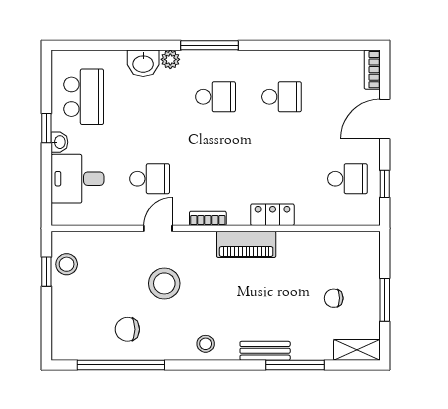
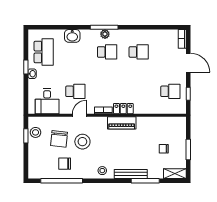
plant: (170, 59) -> (105, 34), moved
door: (385, 119) -> (188, 63), swing flipped
desk: (77, 179) -> (47, 101), moved, turned -90
locker: (272, 215) -> (123, 109), moved
chair: (116, 278) -> (59, 139), added
bench: (265, 351) -> (131, 174), width x1.36

